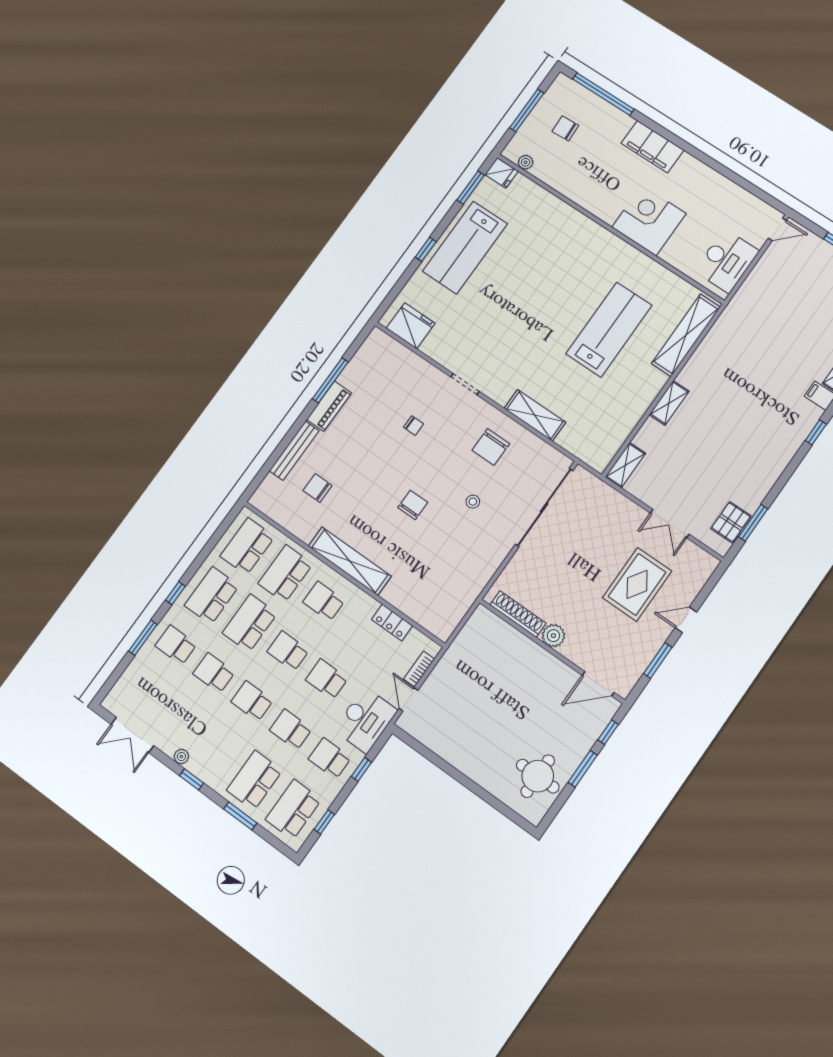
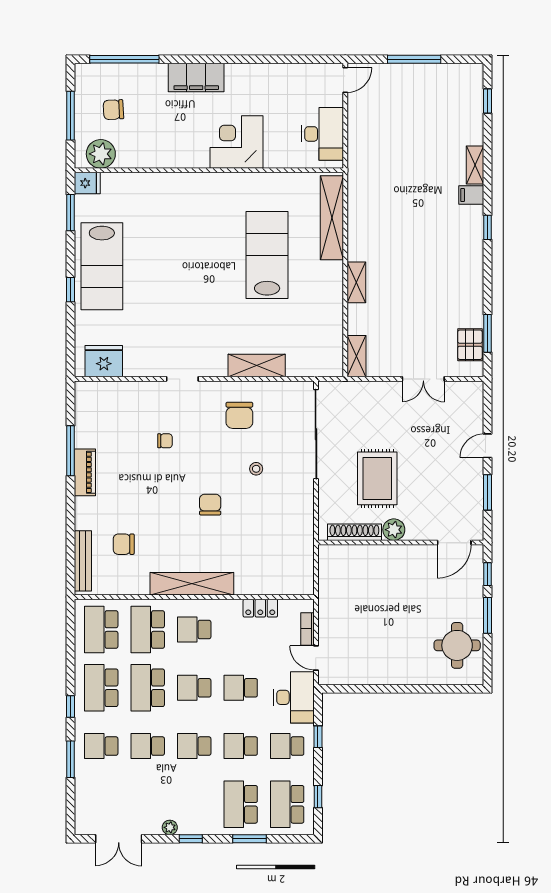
plant: (526, 162) -> (101, 154), width x1.88, depth x1.88
bench: (294, 451) -> (83, 561), moved
rug: (637, 584) -> (377, 478), moved

